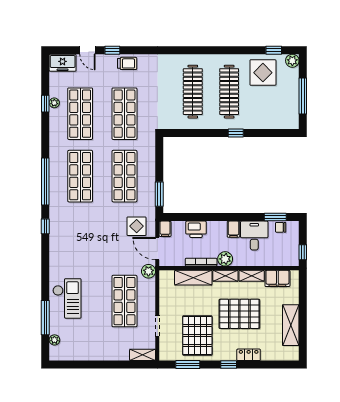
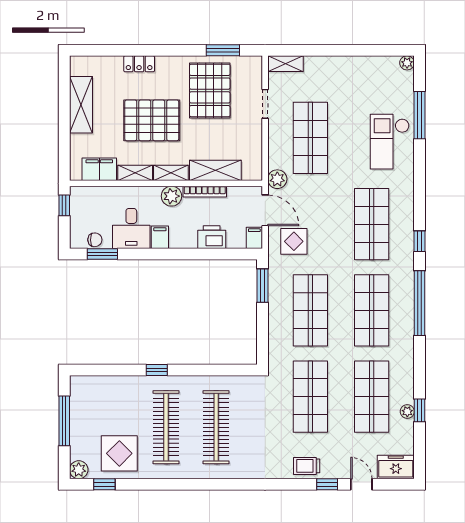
shop shelf: (80, 239) -> (372, 224), added
plant: (54, 340) -> (407, 63), moved
window: (229, 365) -> (167, 50), removed

